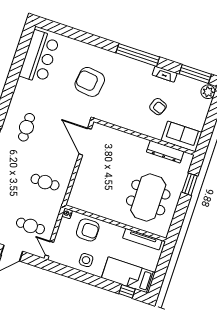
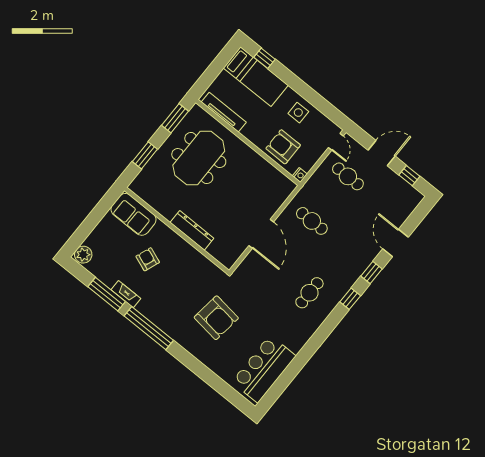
window: (195, 74) -> (107, 294), moved
door: (85, 142) -> (261, 234), moved
dresser: (165, 152) -> (192, 230), moved
window: (178, 221) -> (175, 118), added

